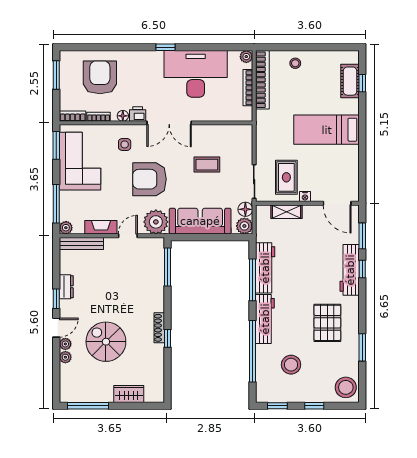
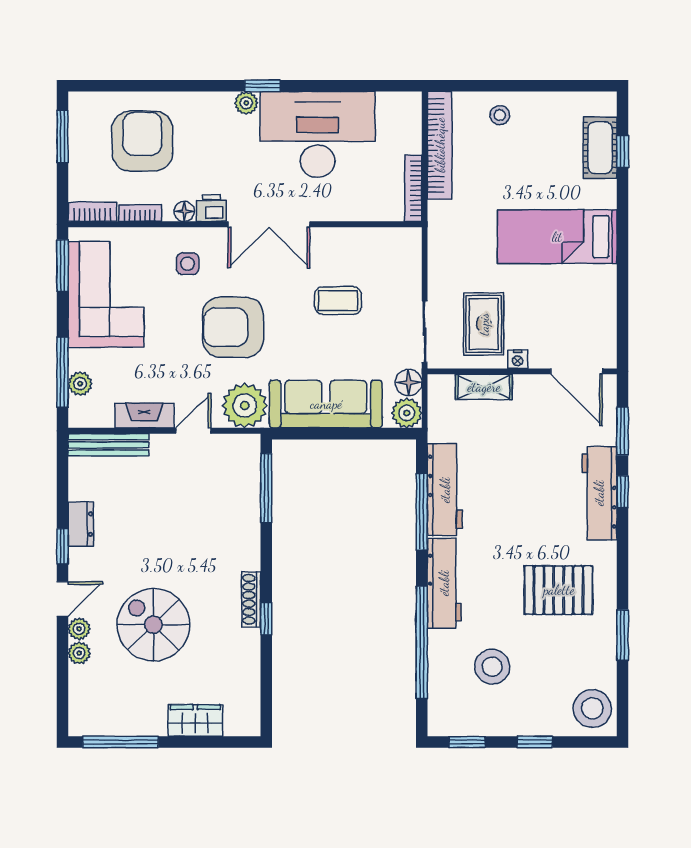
plant: (246, 57) -> (246, 103), moved
bookcase: (248, 88) -> (413, 188), moved
plant: (66, 228) -> (80, 384), moved
pallet: (327, 323) -> (559, 590), turned 90

